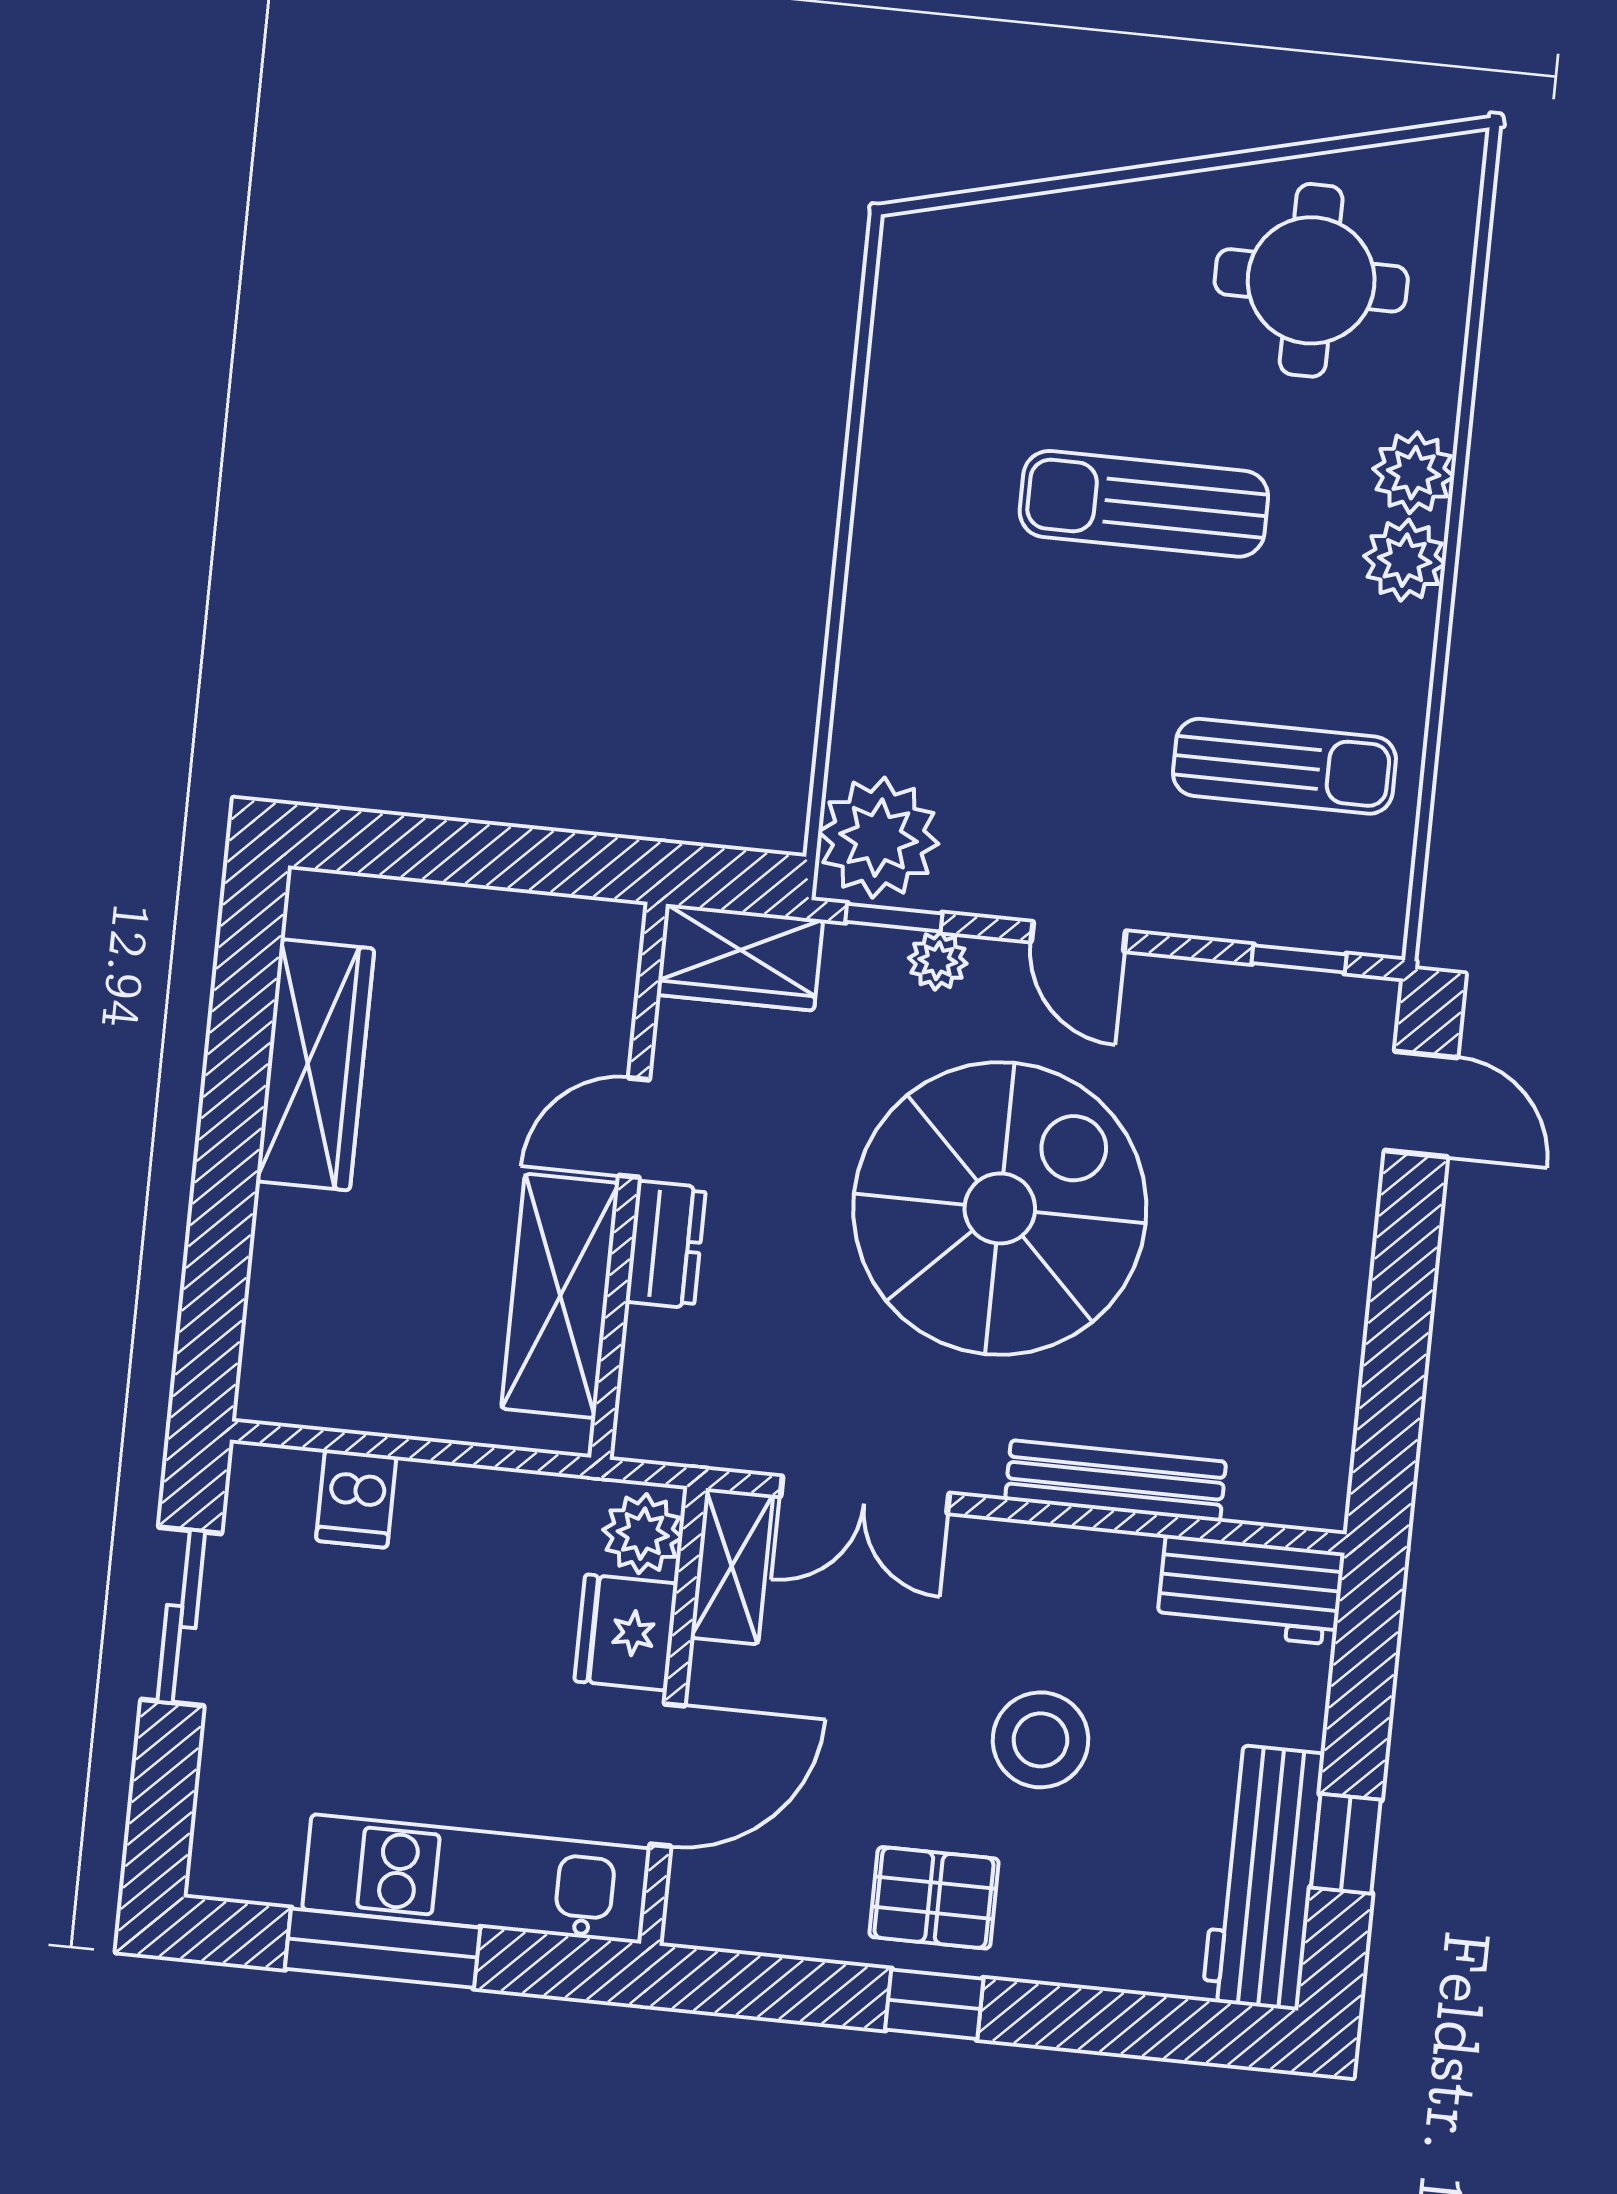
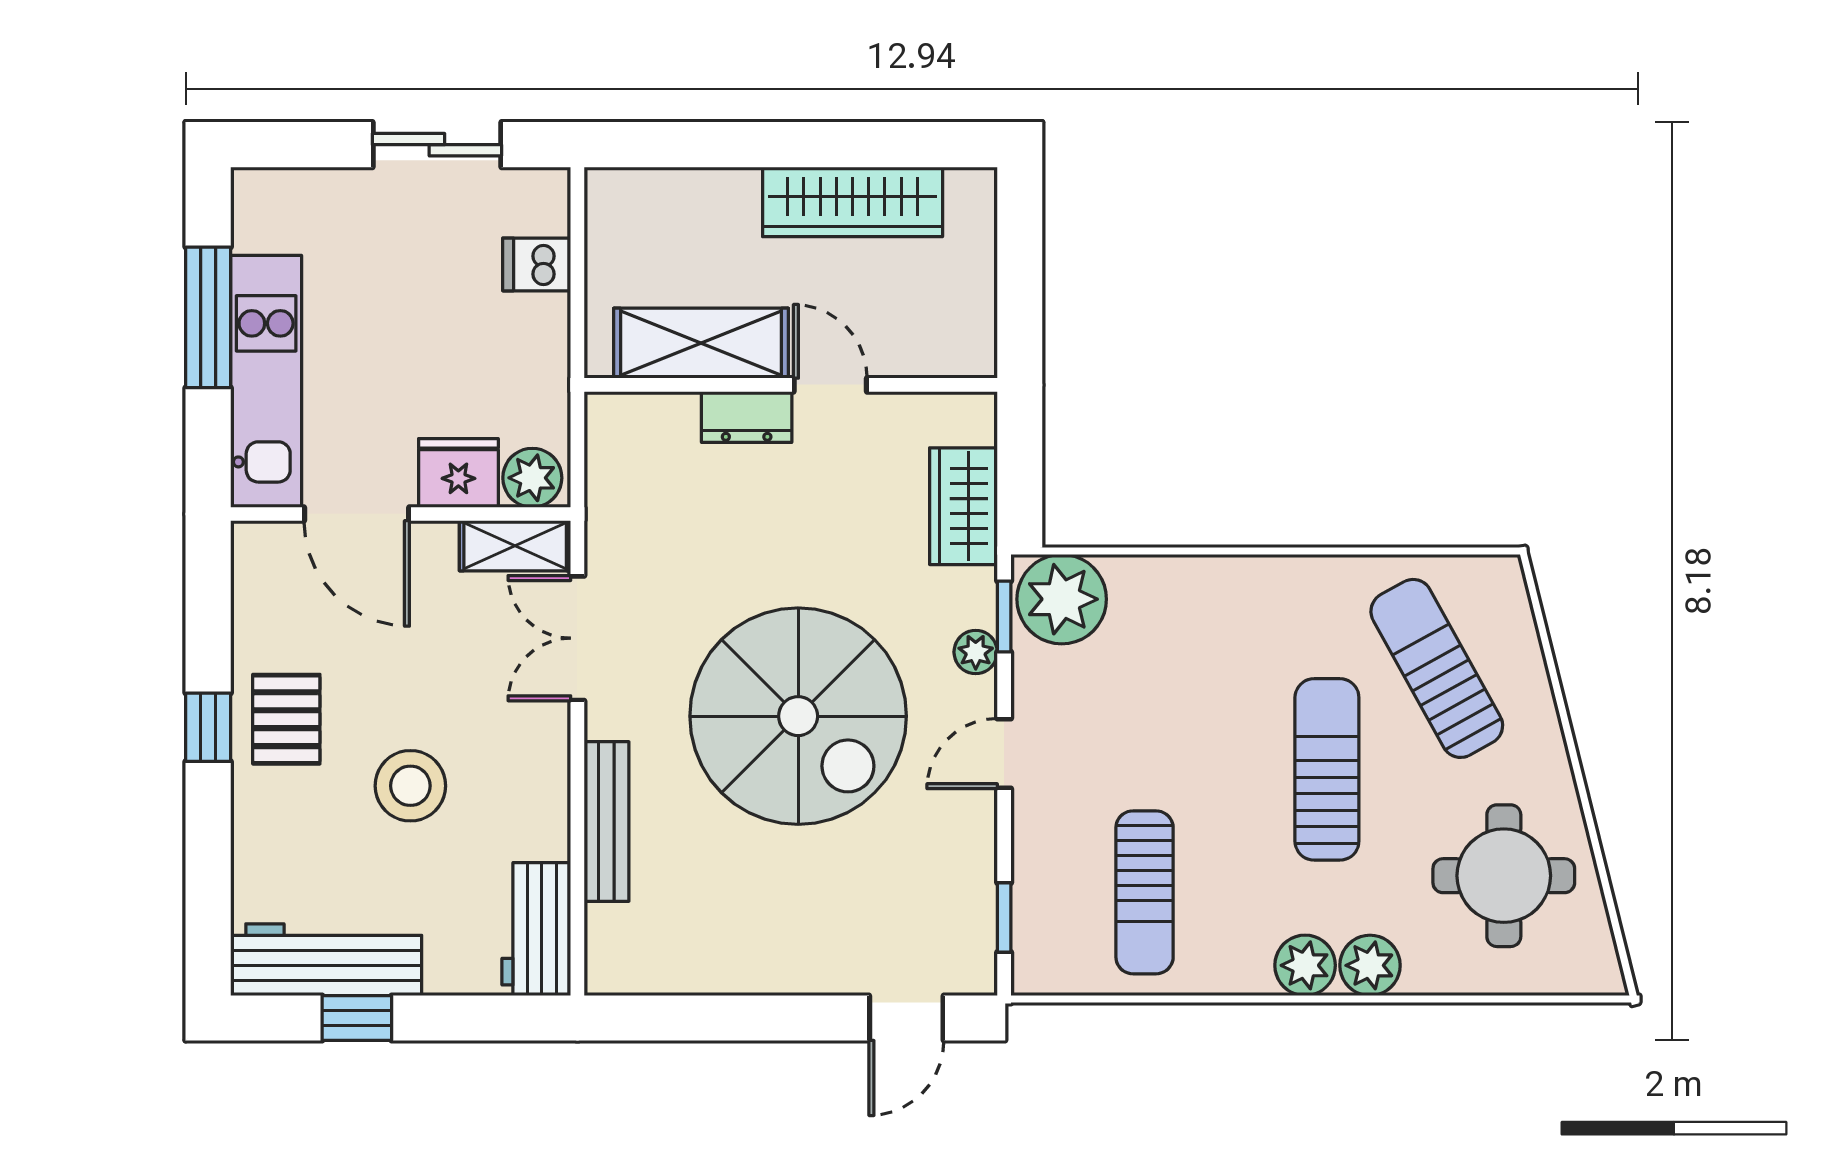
sun lounger: (1023, 342) -> (1437, 668), added
door: (634, 1128) -> (830, 385), moved
wall: (629, 1181) -> (791, 385), moved
dresser: (666, 1245) -> (747, 417), moved
shelving: (560, 1296) -> (701, 343), moved

